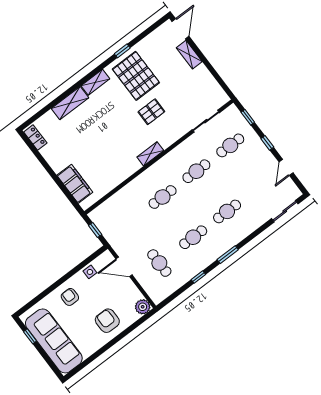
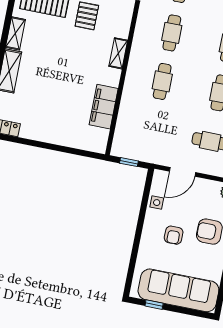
filing cabinet: (75, 184) -> (104, 107), moved, turned -90
armchair: (70, 297) -> (174, 235), moved, turned -90

